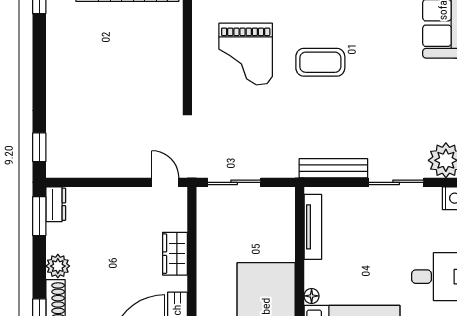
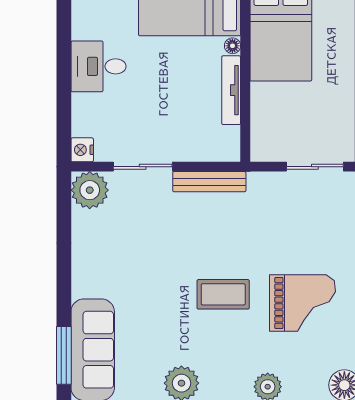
grand piano: (246, 54) -> (303, 303), turned 90
tv unit: (313, 227) -> (231, 90), moved

